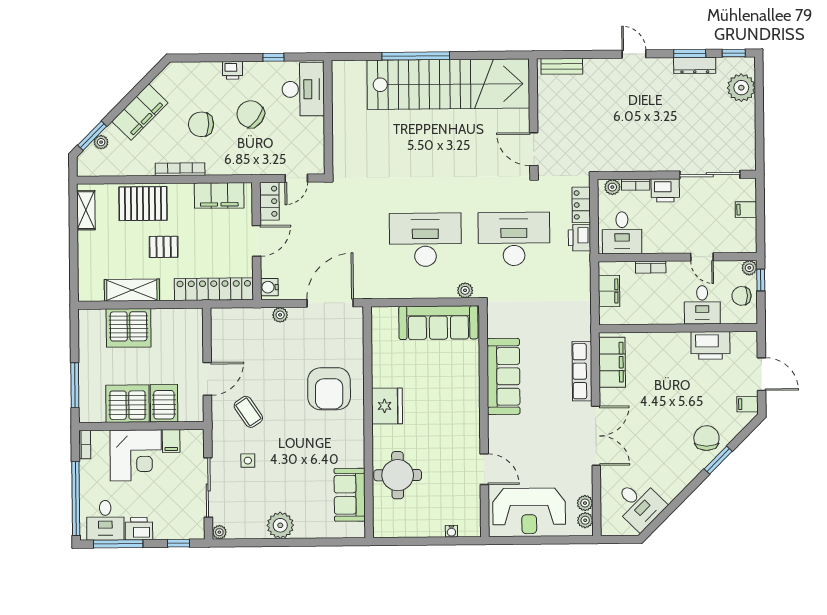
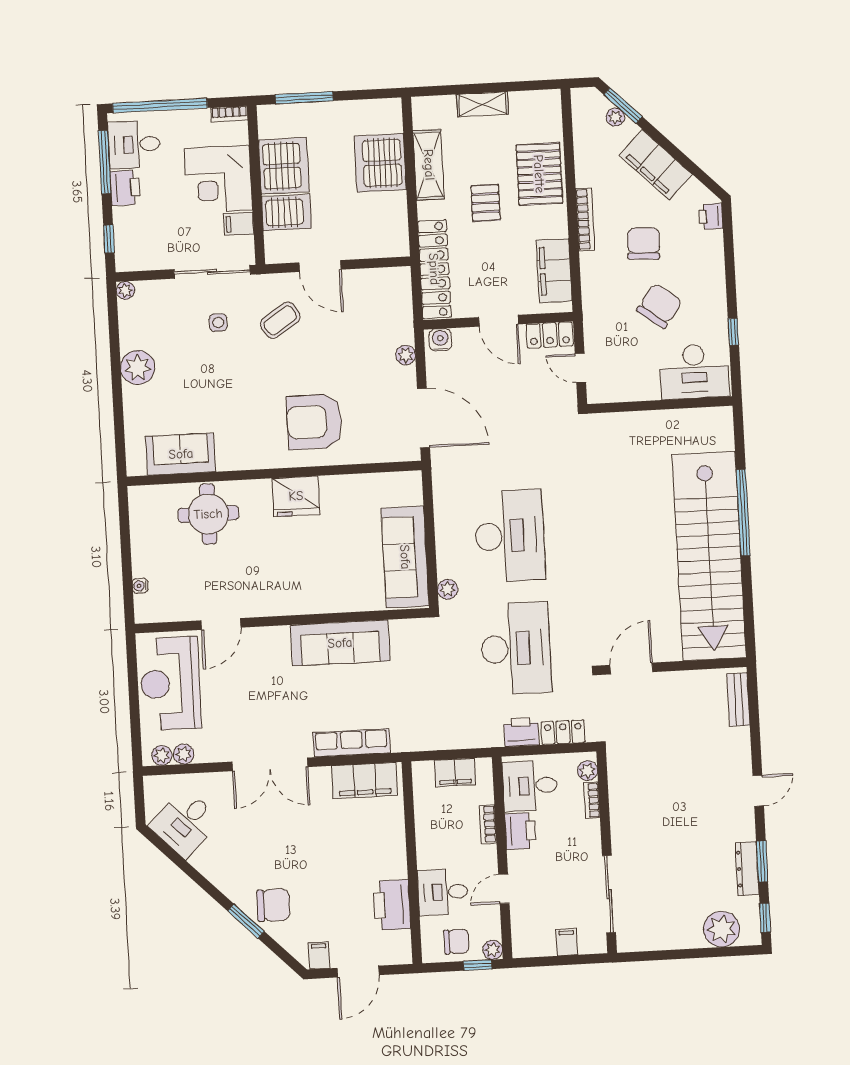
printer: (233, 70) -> (711, 216), moved
printer: (665, 190) -> (520, 831), moved, turned 180
shelving: (86, 210) -> (483, 104), moved
chair: (741, 296) -> (456, 941), turned 90
sliding door: (208, 487) -> (212, 272), moved

